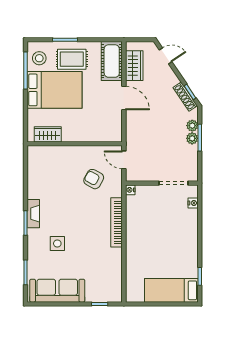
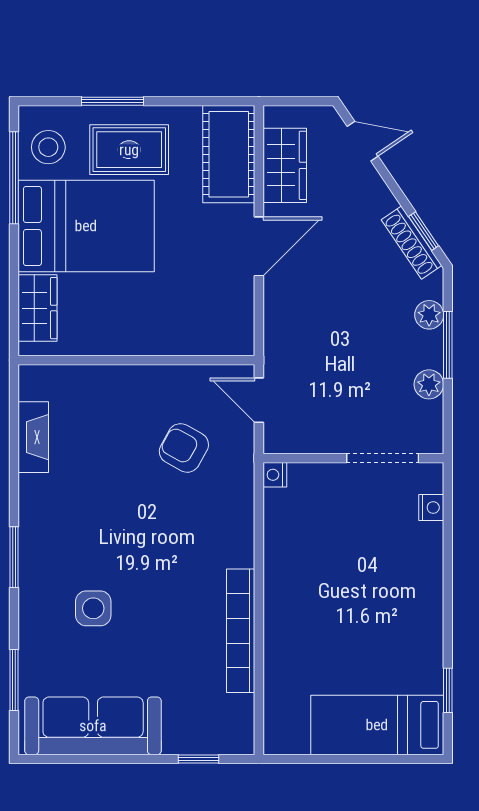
door: (124, 98) -> (259, 246), hinge flipped
wardrobe: (48, 134) -> (38, 308), moved, turned 90
plant: (192, 138) -> (429, 384), moved
fireplace: (33, 214) -> (33, 437), moved
bookcase: (117, 222) -> (241, 631), moved

